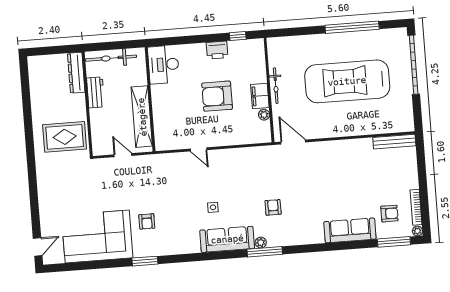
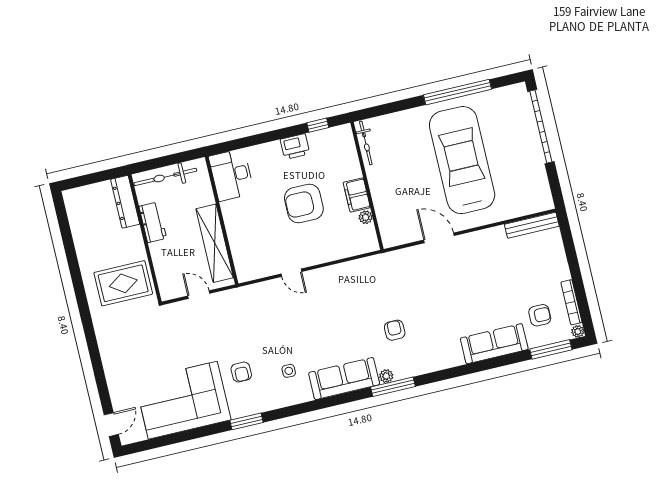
car: (347, 81) -> (462, 160), turned 90
bicycle: (276, 86) -> (366, 143), moved
door: (293, 142) -> (439, 238), moved
side table: (213, 207) -> (289, 371), moved

